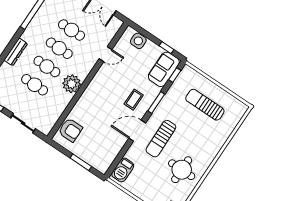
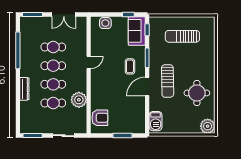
door: (106, 54) -> (89, 62), moved
plant: (72, 84) -> (79, 100), moved

